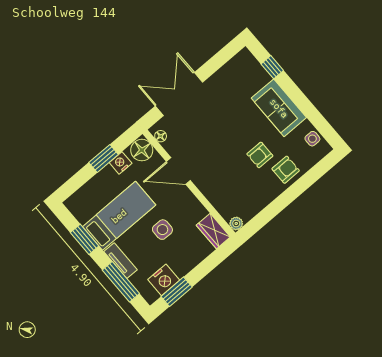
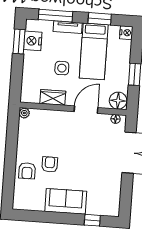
side table: (312, 139) -> (30, 203), removed
nightstand: (121, 163) -> (126, 33), moved
wardrobe: (213, 231) -> (53, 97), moved

